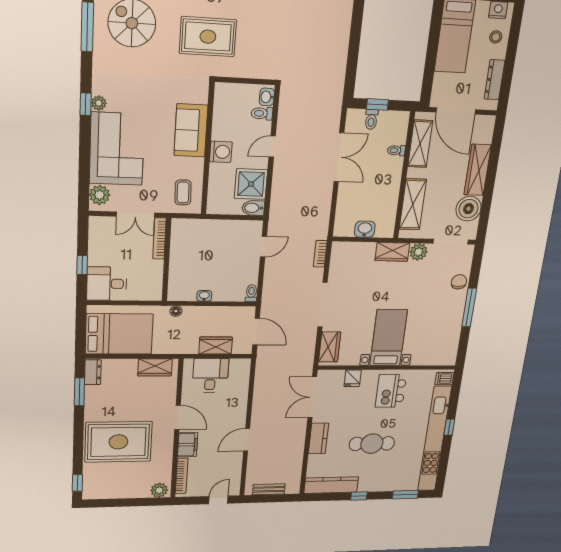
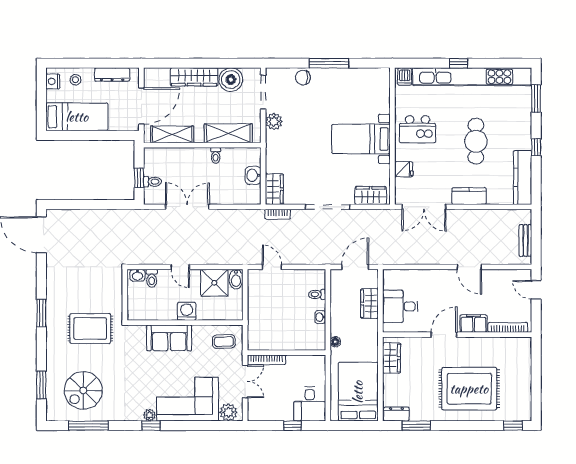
rug: (208, 37) -> (90, 328), turned 90
toilet: (396, 150) -> (216, 155), moved
wardrobe: (392, 252) -> (274, 189), moved
toilet: (251, 293) -> (317, 294), moved
rug: (118, 442) -> (469, 389), turned 90
plant: (159, 490) -> (523, 348), removed

